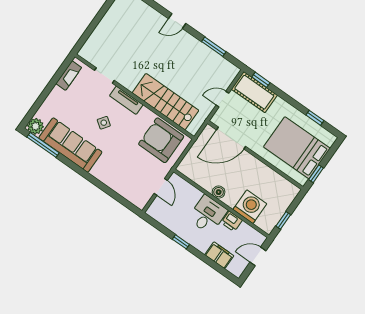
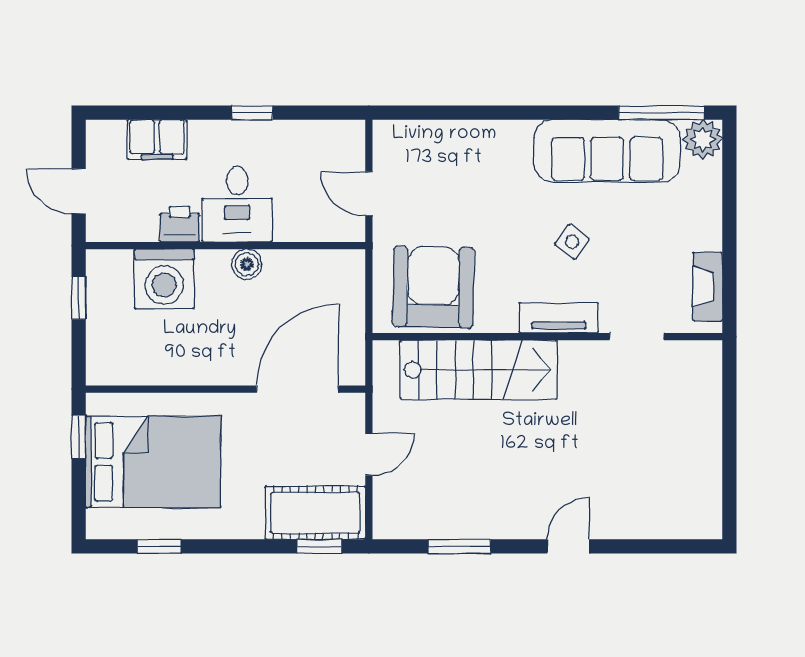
armchair: (161, 140) -> (433, 287), turned -89
door: (258, 256) -> (79, 191), swing flipped

